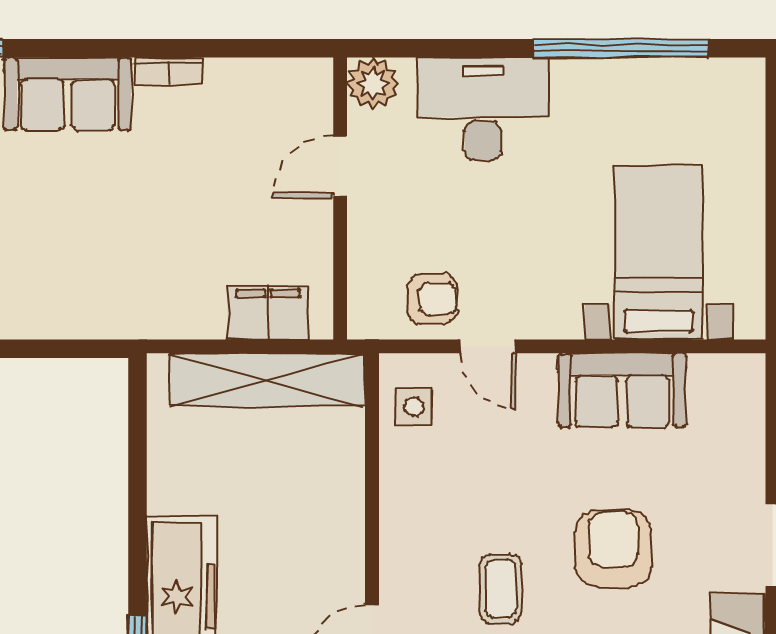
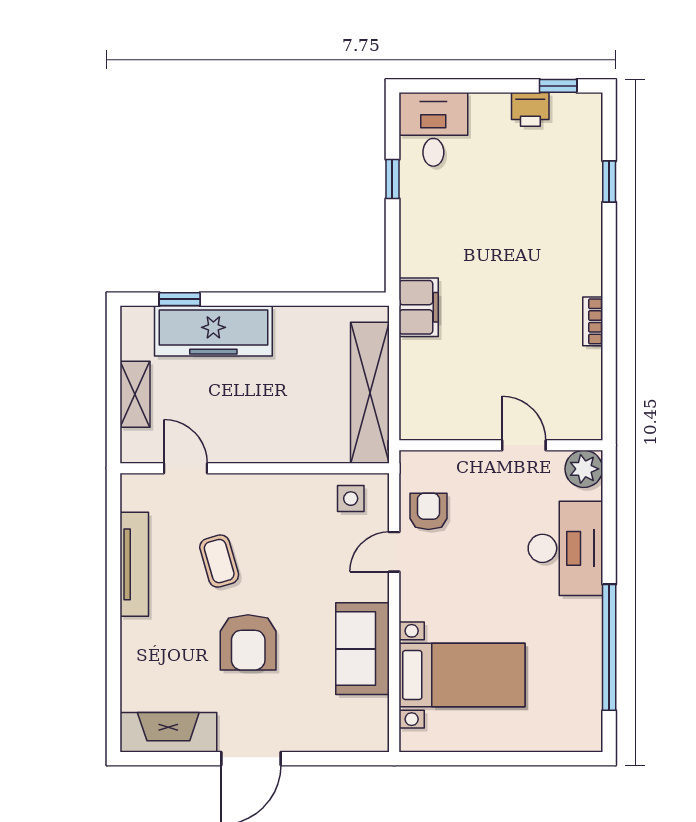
sofa: (68, 94) -> (576, 249), removed
armchair: (432, 299) -> (428, 511), turned 180
filing cabinet: (268, 312) -> (419, 307), moved
armchair: (613, 549) -> (248, 642), turned 90
coffee table: (501, 589) -> (219, 561), turned 74

